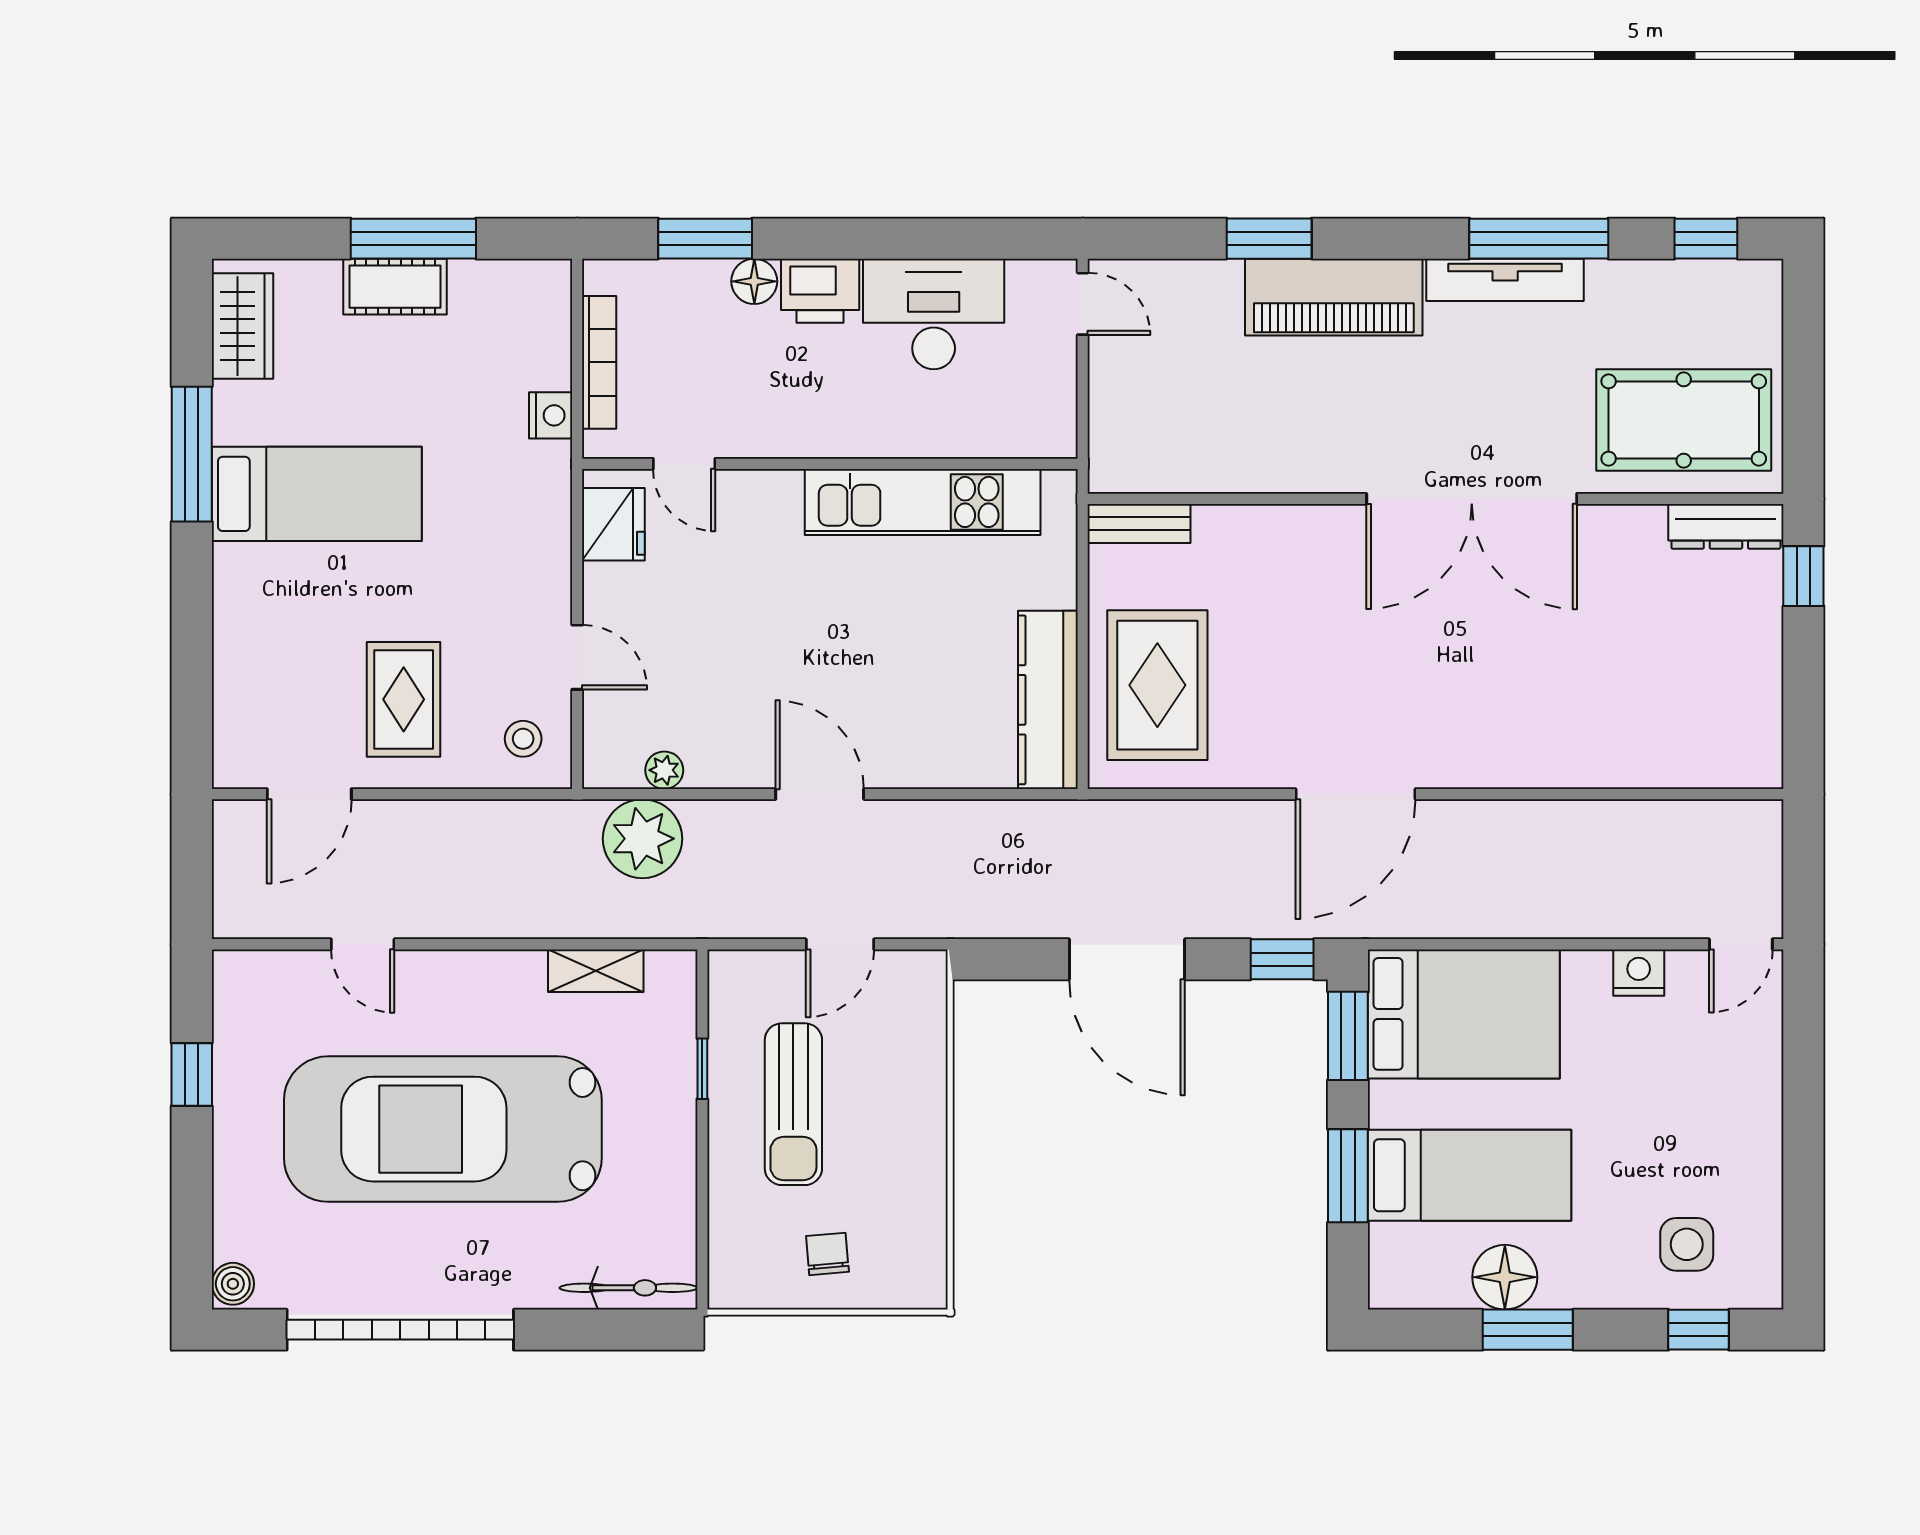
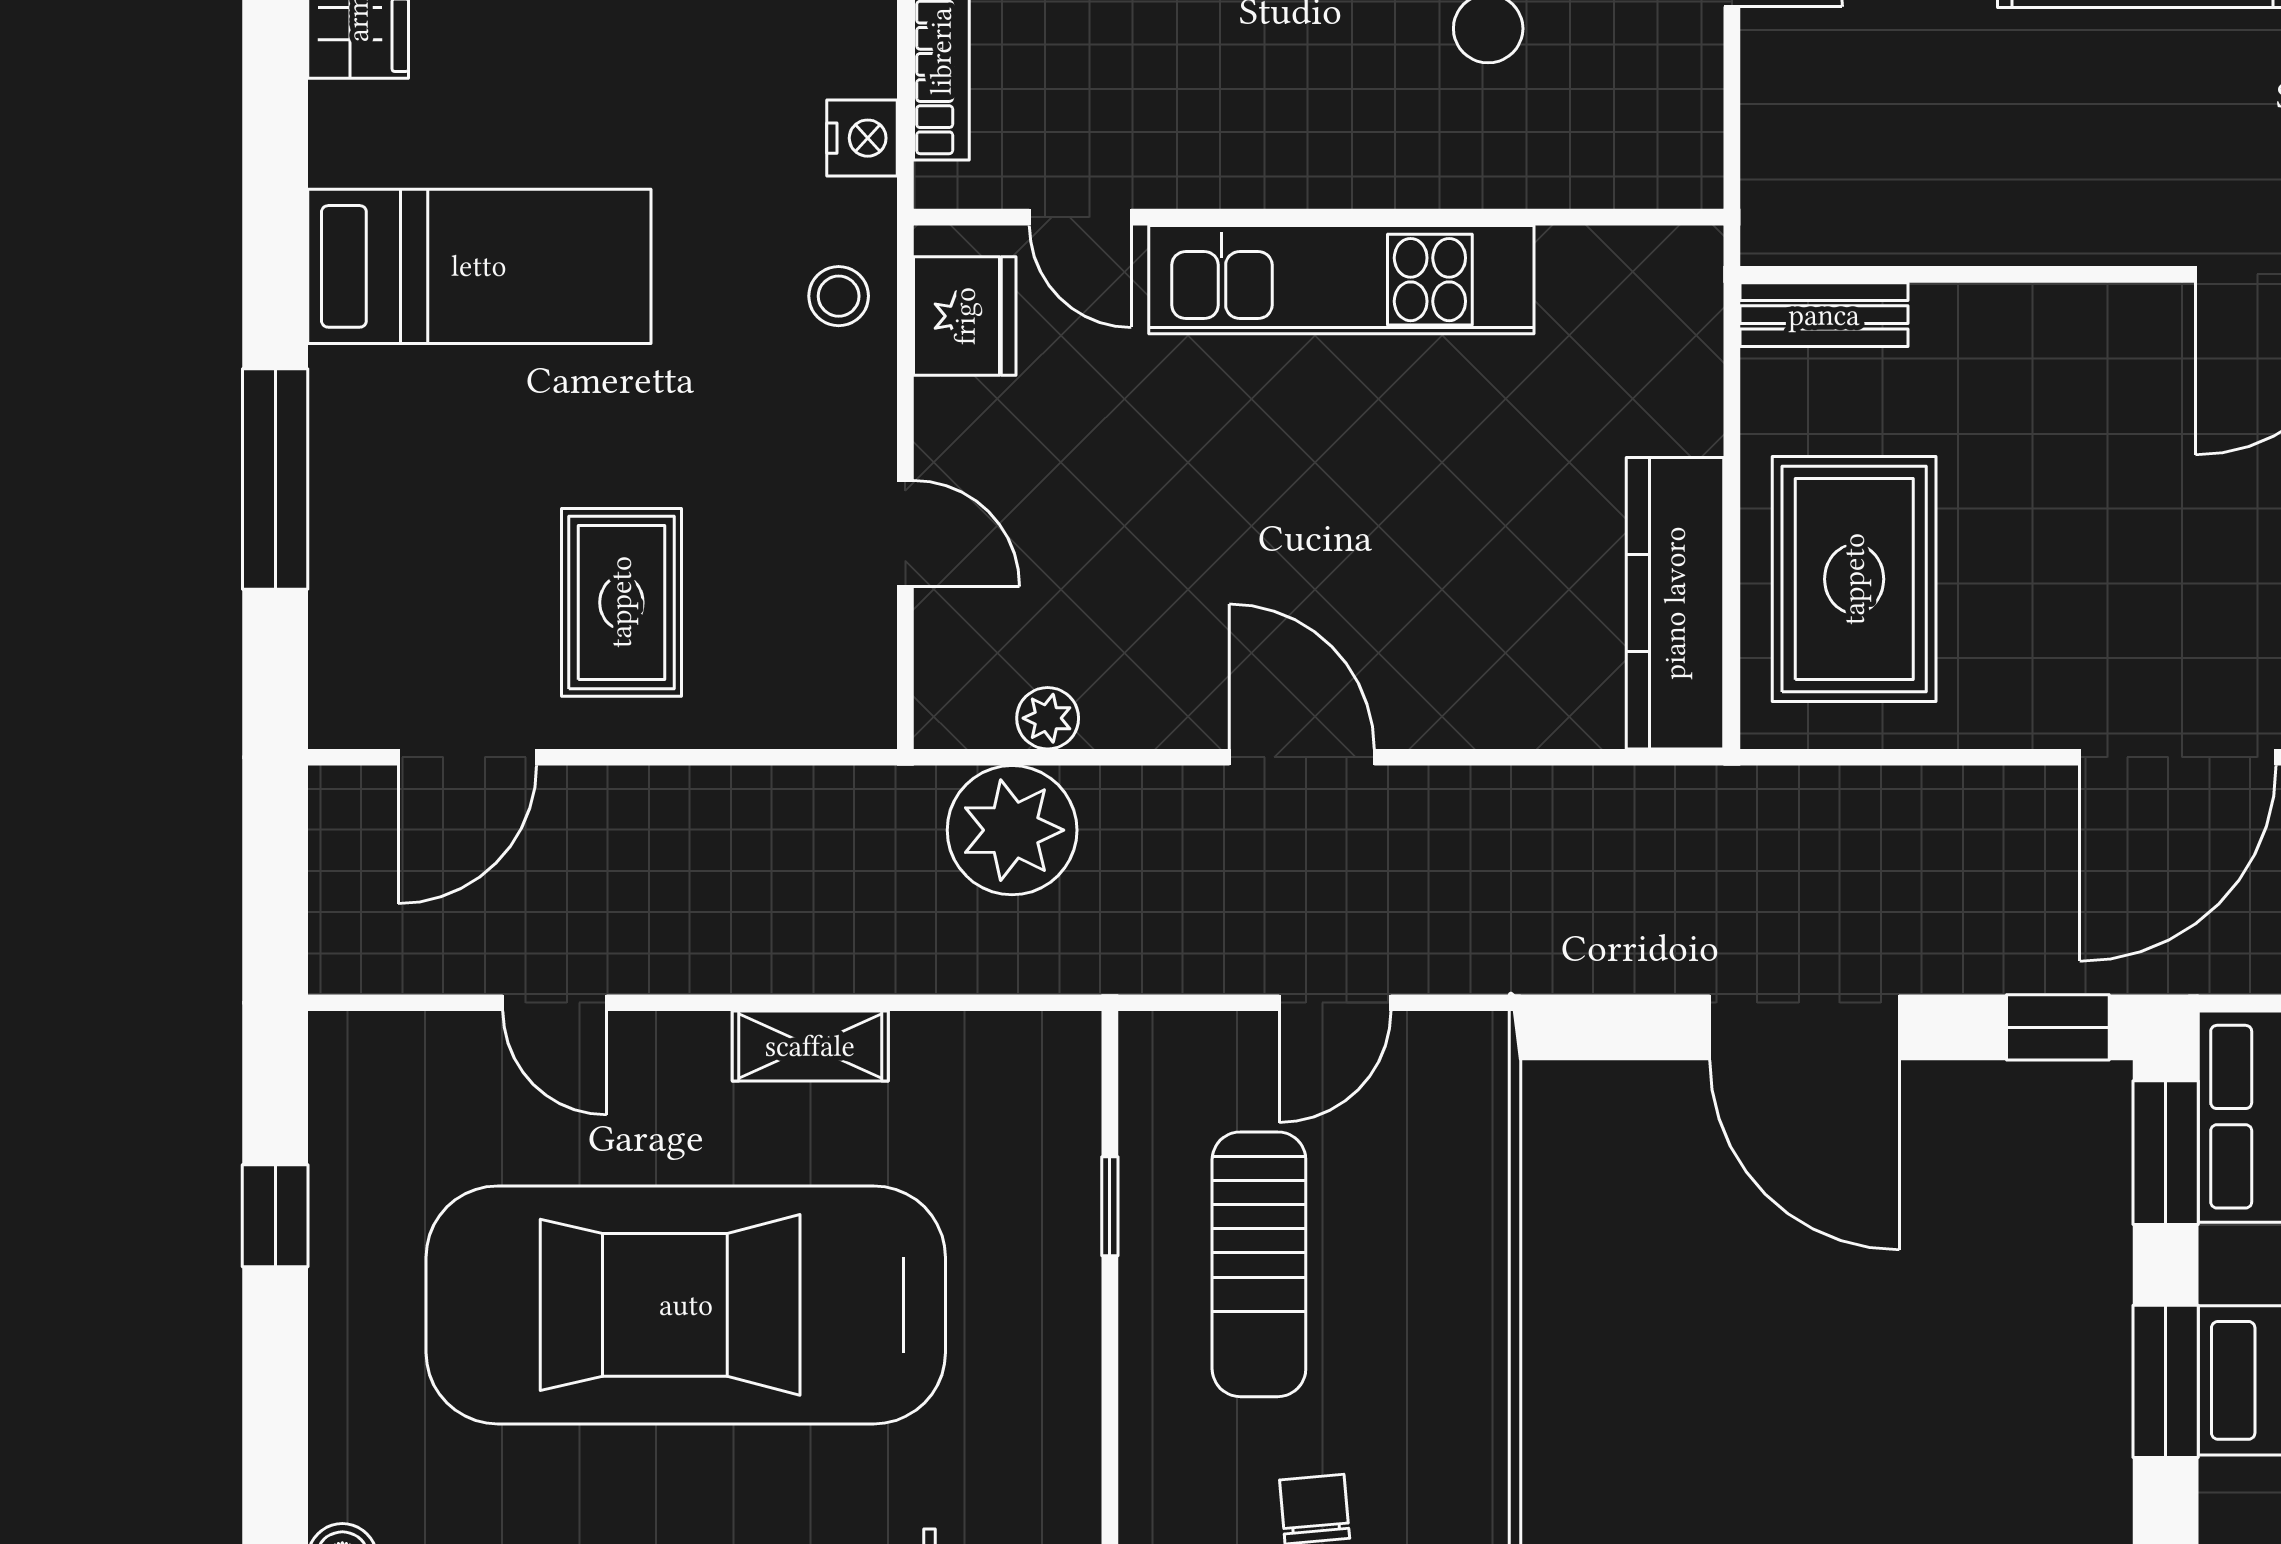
window: (192, 454) -> (275, 479), moved
kitchen unit: (923, 502) -> (1341, 280), moved
stool: (523, 739) -> (839, 296), moved
shelving: (596, 971) -> (810, 1046), moved

